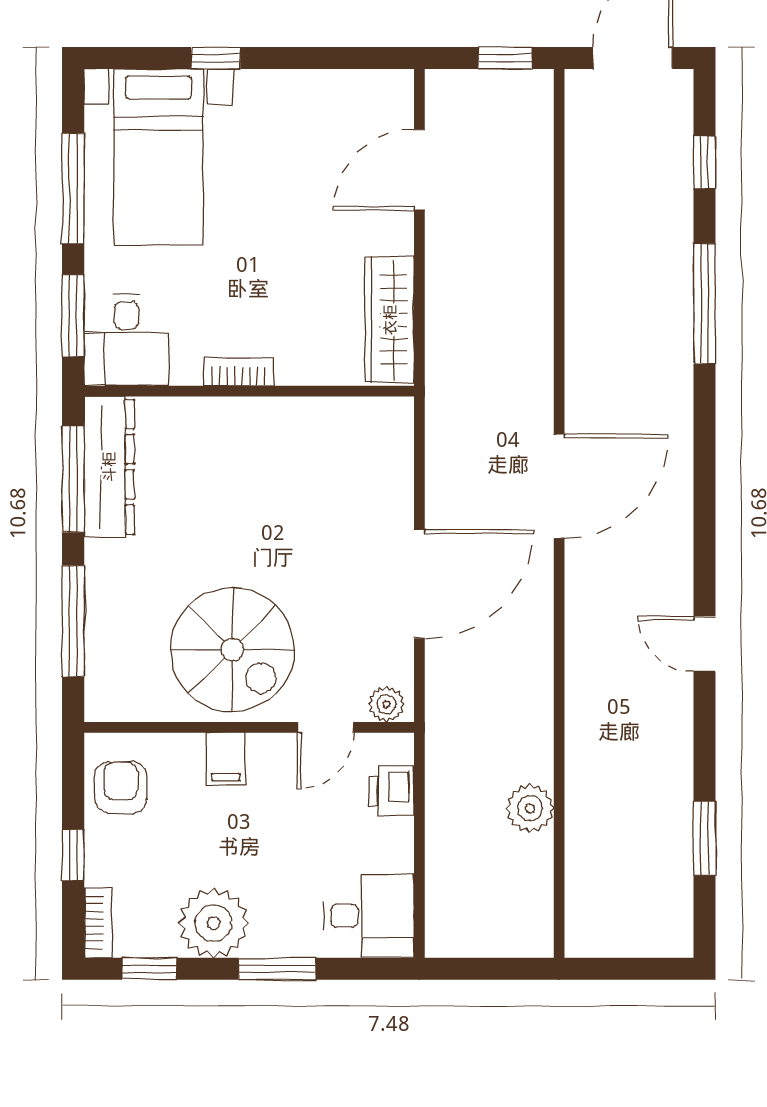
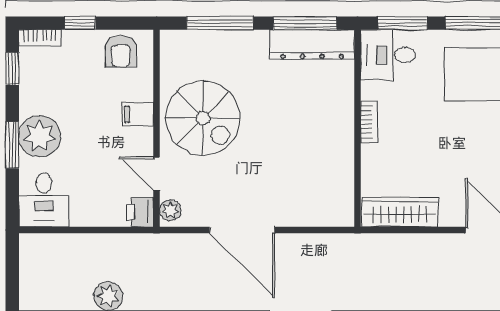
spiral stairs: (232, 650) -> (203, 118), turned -90
armchair: (121, 787) -> (121, 51), turned 90
printer: (391, 791) -> (140, 212), moved, turned -90
plant: (213, 923) -> (40, 136), moved

